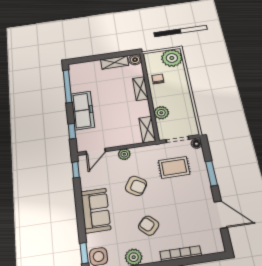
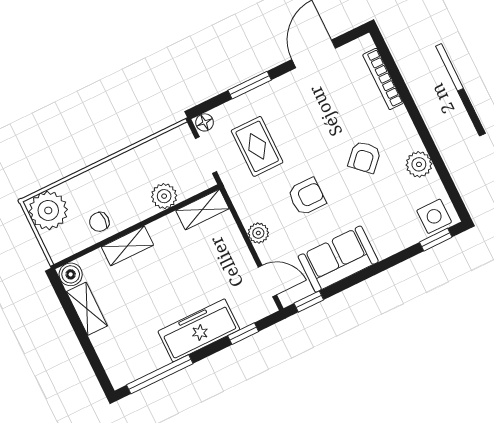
armchair: (136, 186) -> (307, 197), turned 58
sofa: (96, 210) -> (338, 259), moved
bookcase: (181, 254) -> (383, 79), moved

